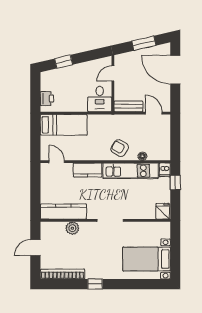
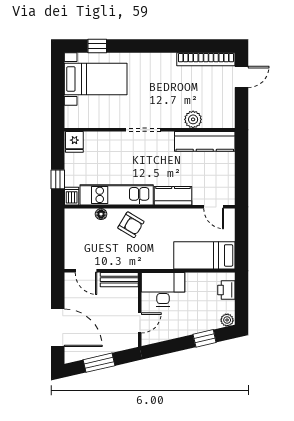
plant: (47, 76) -> (227, 320), added
desk: (100, 99) -> (163, 289), width x1.37
door: (35, 248) -> (242, 77), moved
window: (95, 284) -> (97, 46), moved

